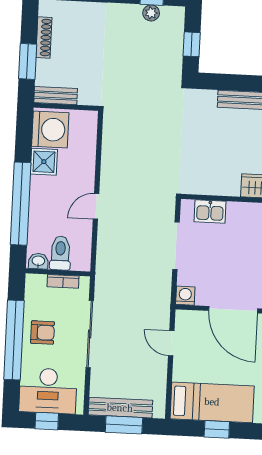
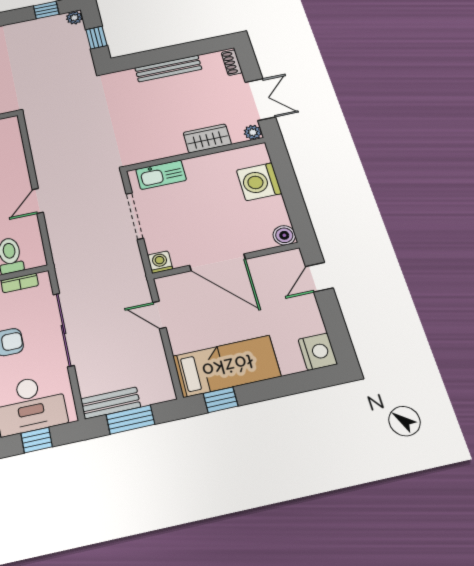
plant: (151, 13) -> (74, 18), moved
kitchen sink: (210, 211) -> (161, 175), width x1.38
bench: (120, 408) -> (111, 403), width x0.73
window: (217, 429) -> (221, 400), moved

